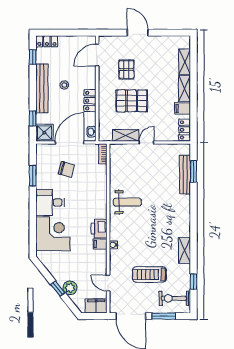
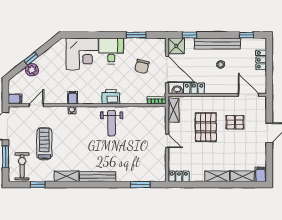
locker: (47, 41) -> (261, 60), moved
locker: (90, 101) -> (194, 88), moved
filing cabinet: (183, 108) -> (261, 174), moved
shelving: (126, 135) -> (174, 110), moved
bench: (185, 175) -> (98, 177), moved
printer: (99, 228) -> (111, 97), moved
filing cabinet: (96, 306) -> (15, 99), width x0.50

